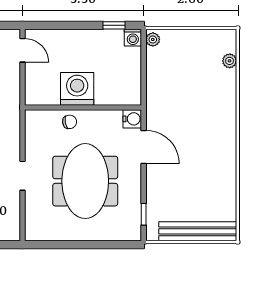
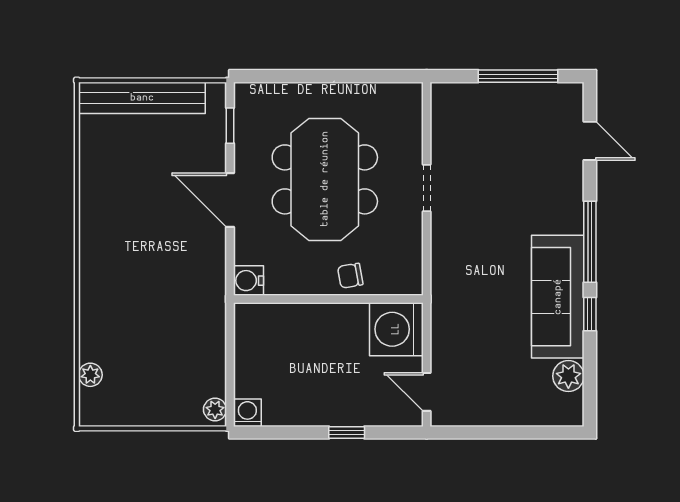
window: (114, 25) -> (347, 432), moved
washing machine: (77, 89) -> (396, 329), moved, turned 90
door: (144, 147) -> (230, 200), moved

